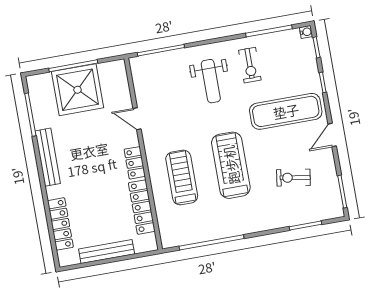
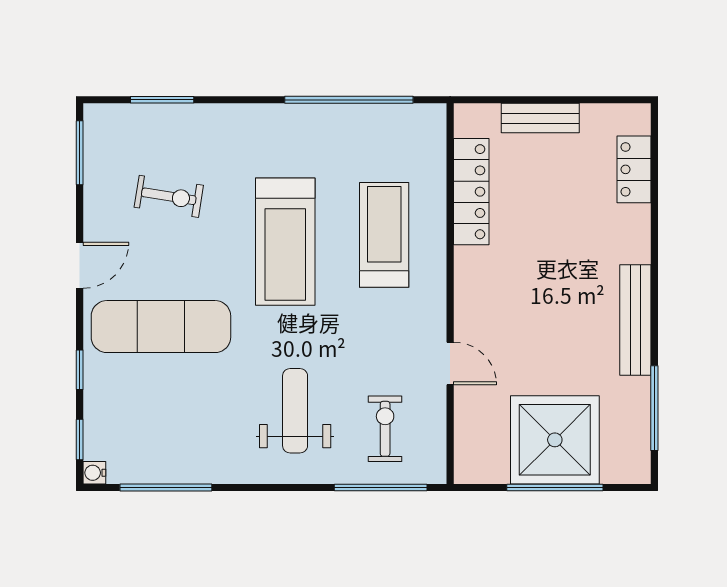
exercise bike: (250, 65) -> (385, 429), moved
locker: (135, 163) -> (470, 279), removed
treadmill: (182, 178) -> (384, 235), turned 180
locker: (60, 224) -> (634, 169), width x0.66
bench: (107, 251) -> (540, 118), width x0.73

